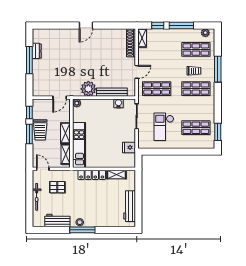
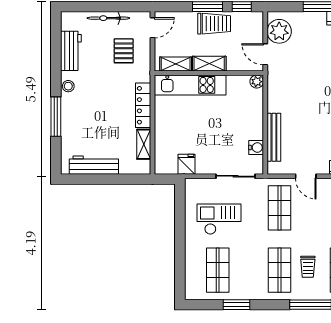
plant: (88, 89) -> (279, 31), moved
trolley: (40, 130) -> (214, 24), turned 180
window: (218, 132) -> (236, 305), moved
window: (82, 230) -> (56, 117), moved

